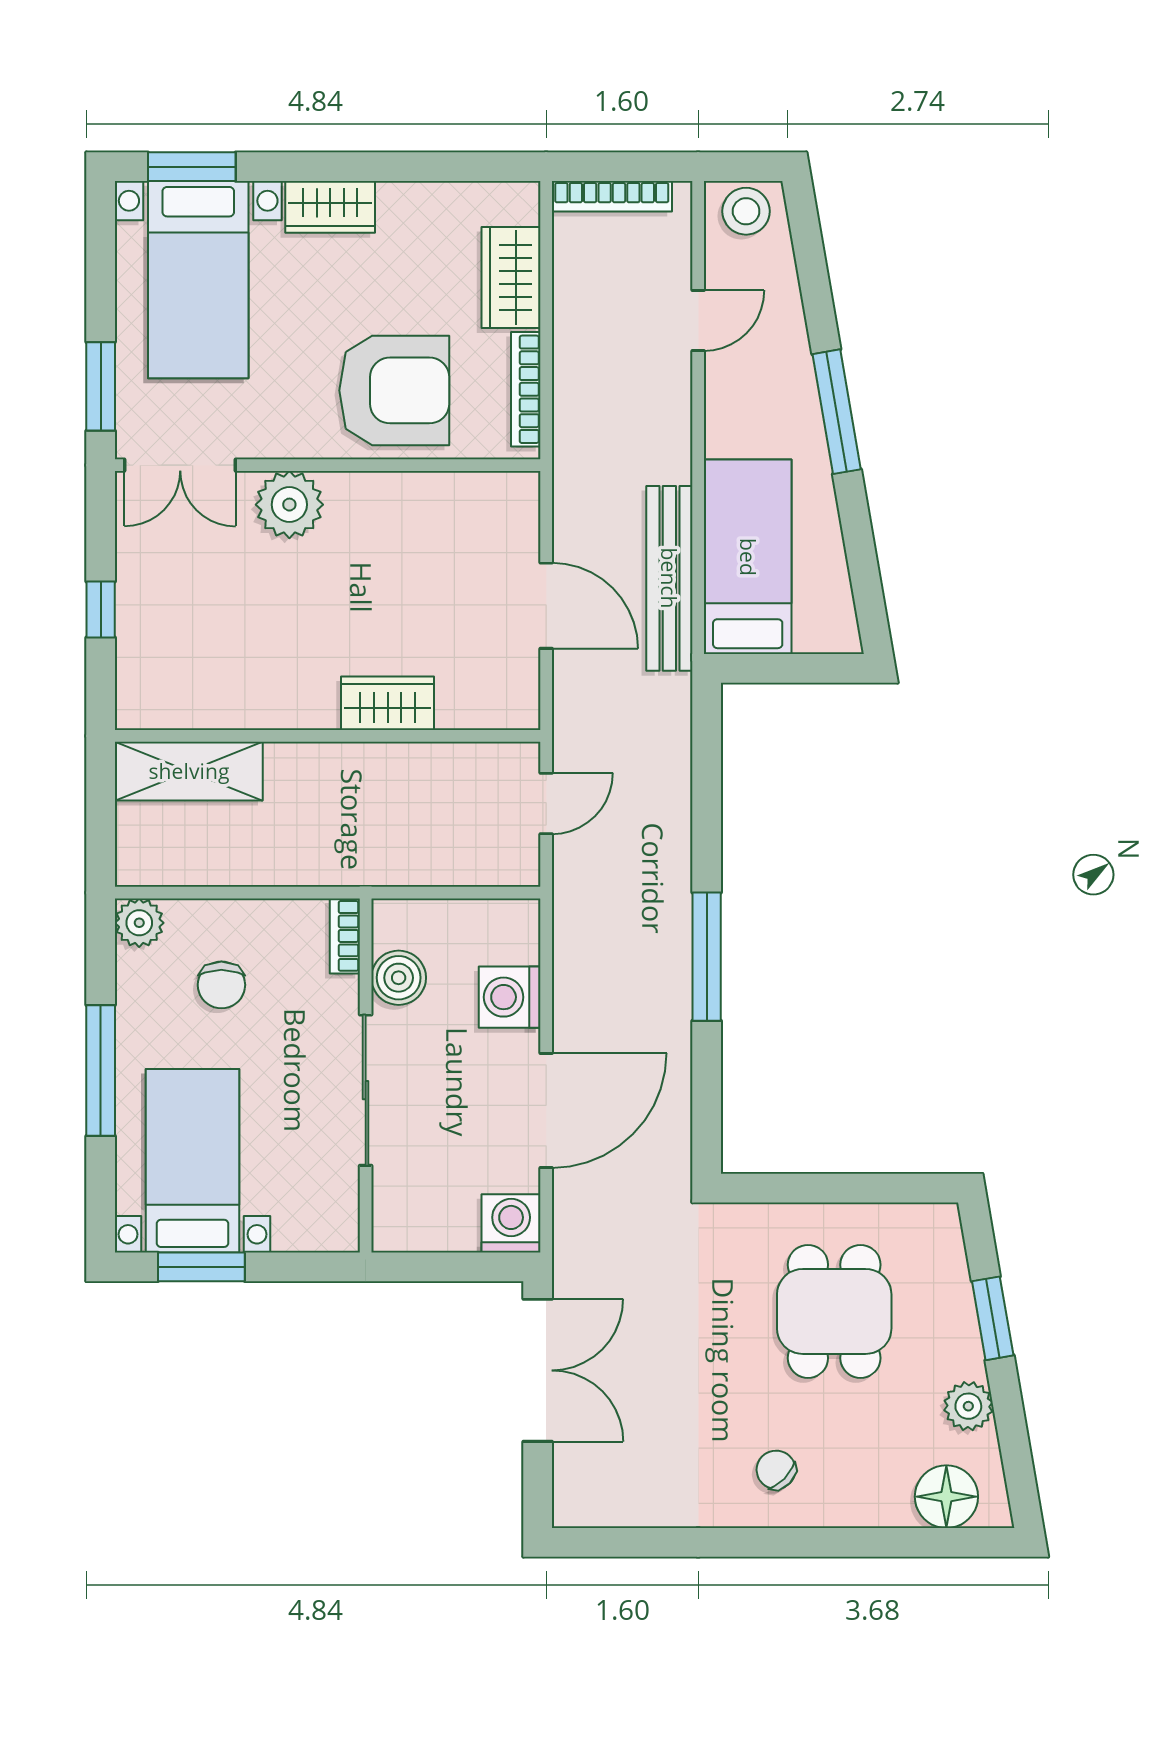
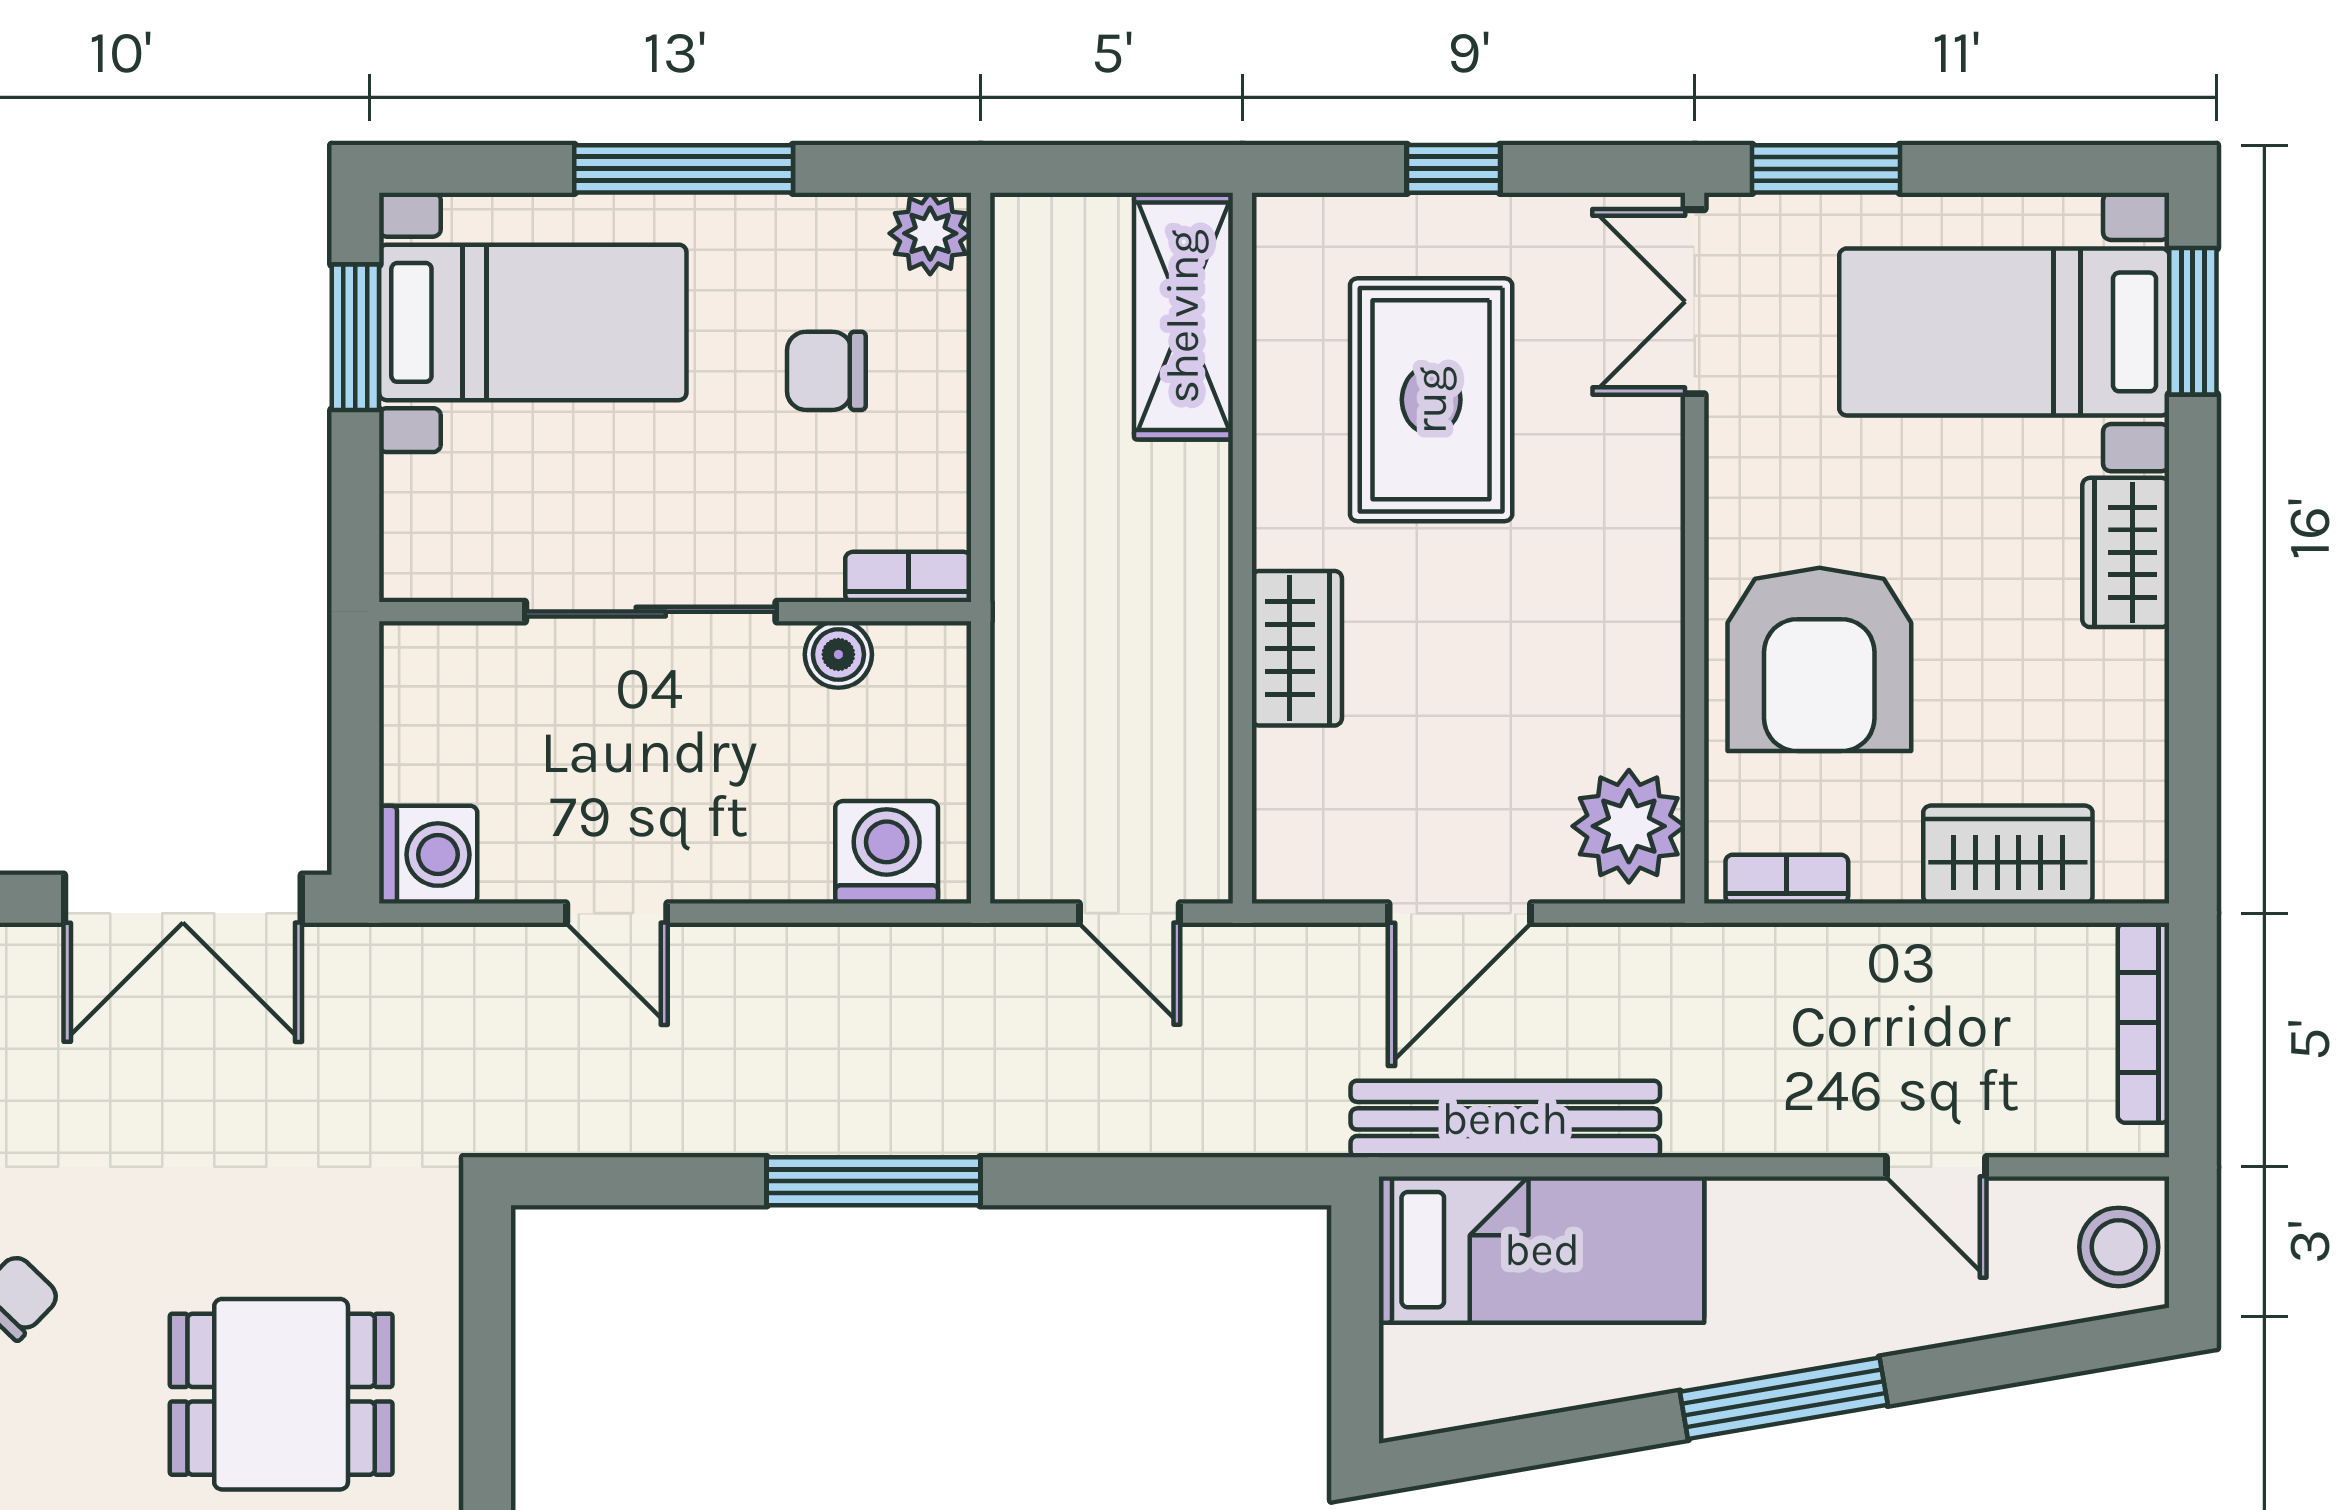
bookcase: (526, 389) -> (1787, 879), width x0.64
plant: (289, 505) -> (1629, 826), moved
rug: (239, 623) -> (1431, 400), added
boiler: (399, 978) -> (838, 654), width x0.73, depth x0.73
washing machine: (510, 997) -> (887, 852), moved
door: (546, 1110) -> (617, 913), width x0.53

